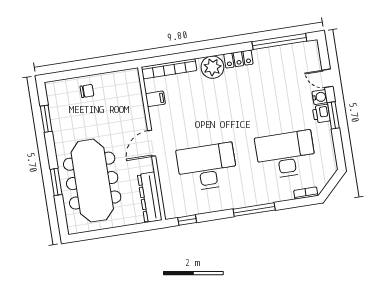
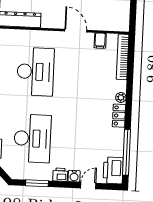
printer: (304, 53) -> (113, 170), added
plant: (212, 67) -> (121, 97), width x0.53, depth x0.53
window: (333, 115) -> (37, 183), moved
door: (152, 143) -> (76, 31), moved

